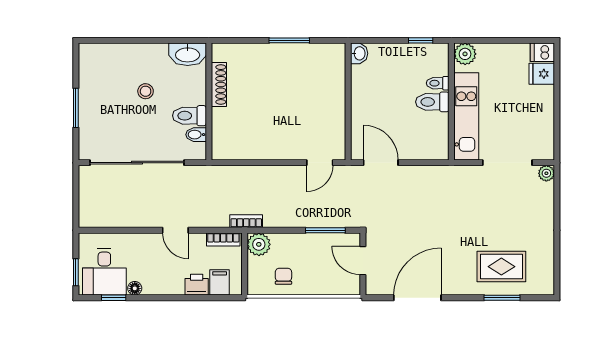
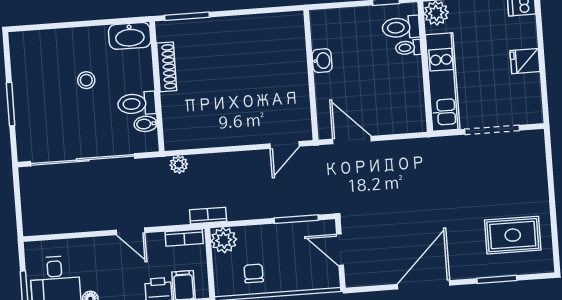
window: (289, 40) -> (187, 16), moved
washbasin: (359, 53) -> (322, 61), moved
fridge: (542, 74) -> (525, 61), moved
toilet: (432, 102) -> (401, 27), moved
plant: (546, 173) -> (179, 164), moved
rug: (501, 267) -> (513, 235), moved
door: (417, 298) -> (424, 285), moved

